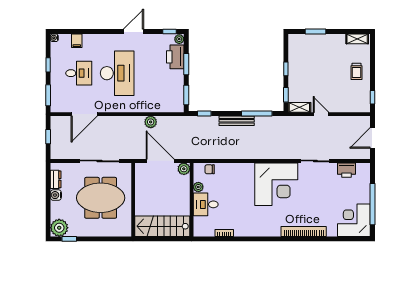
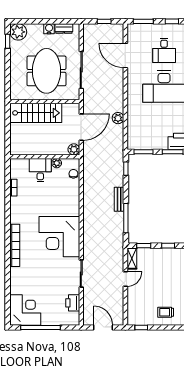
bench: (237, 121) -> (119, 199), width x0.73
stairs: (162, 226) -> (36, 113), moved, turned 90
bookcase: (304, 231) -> (15, 245), moved

